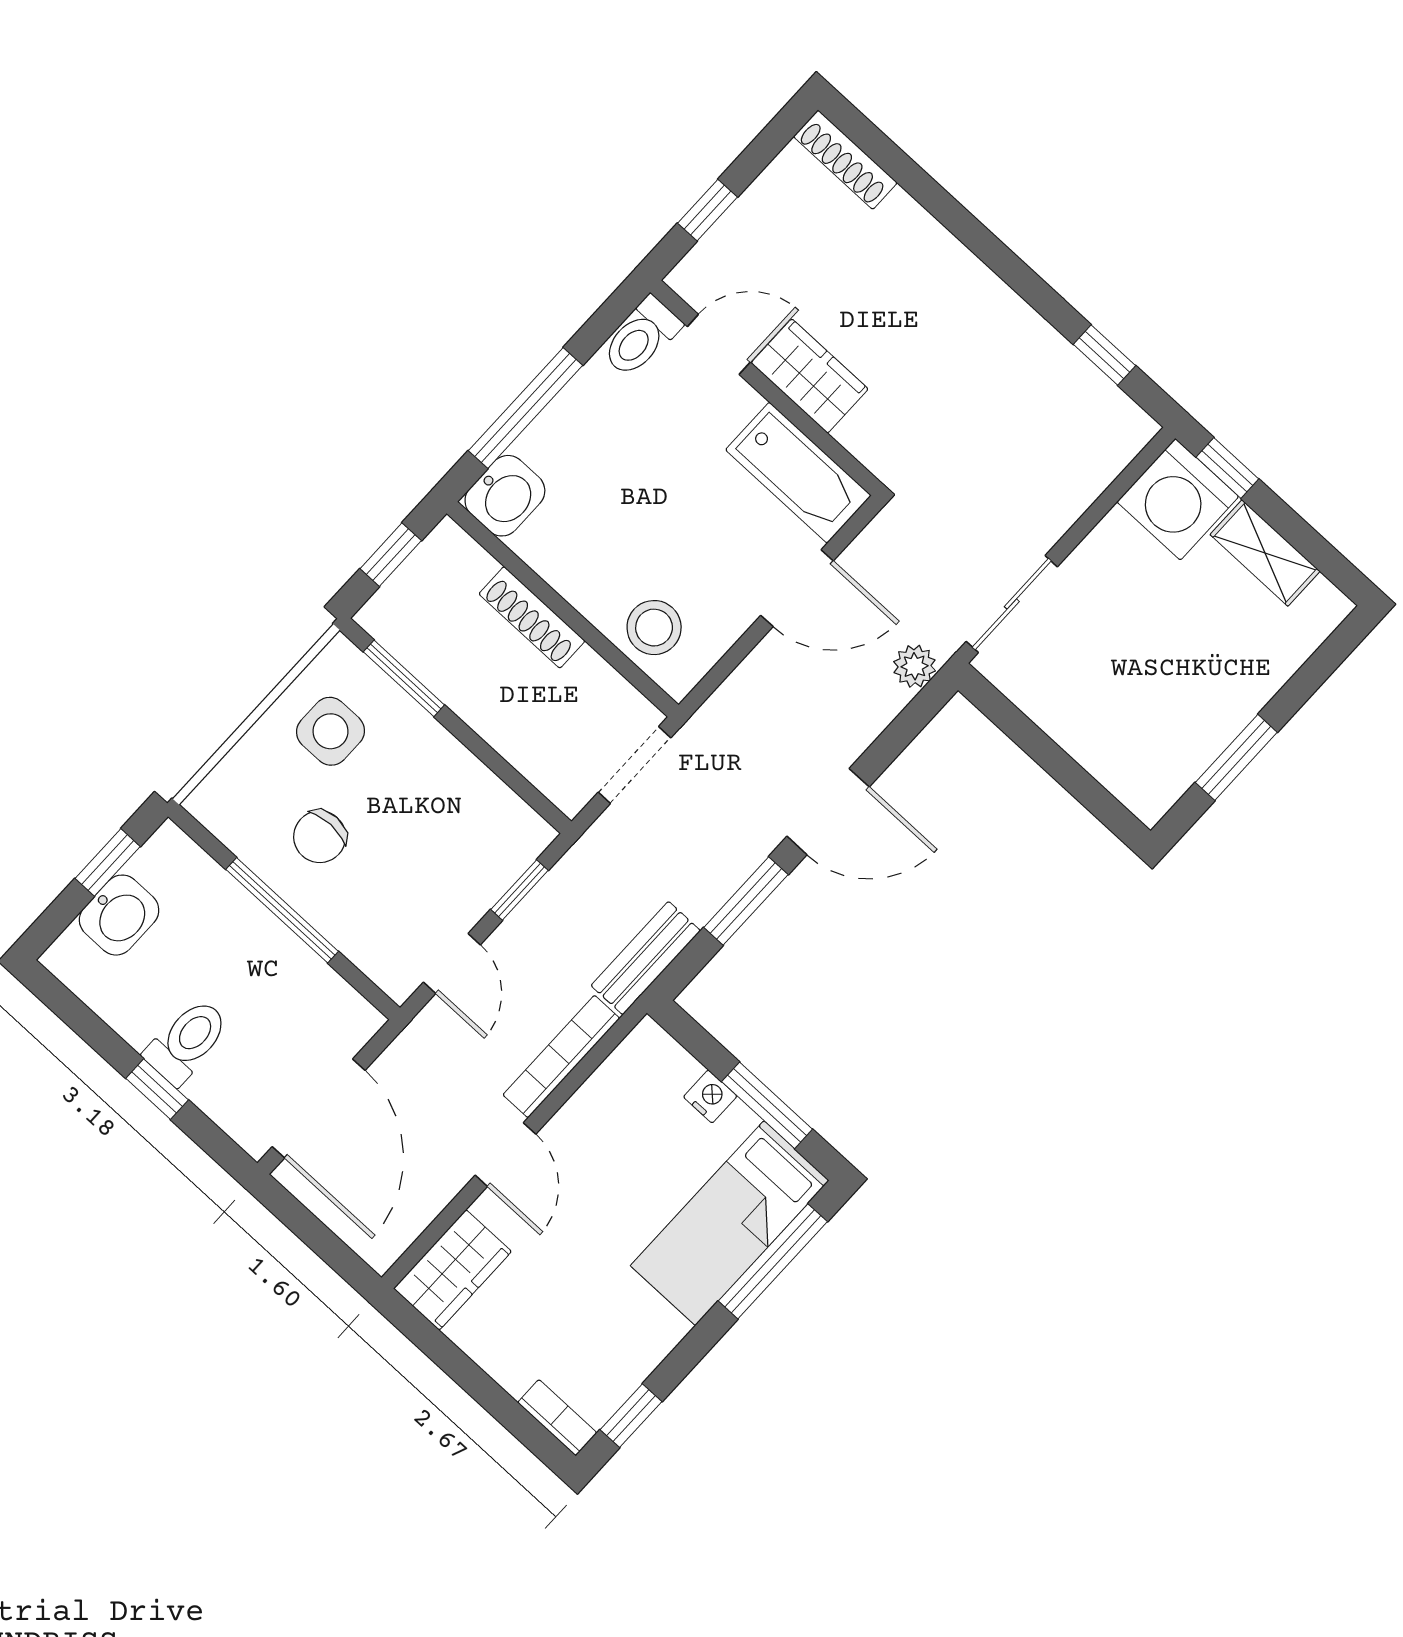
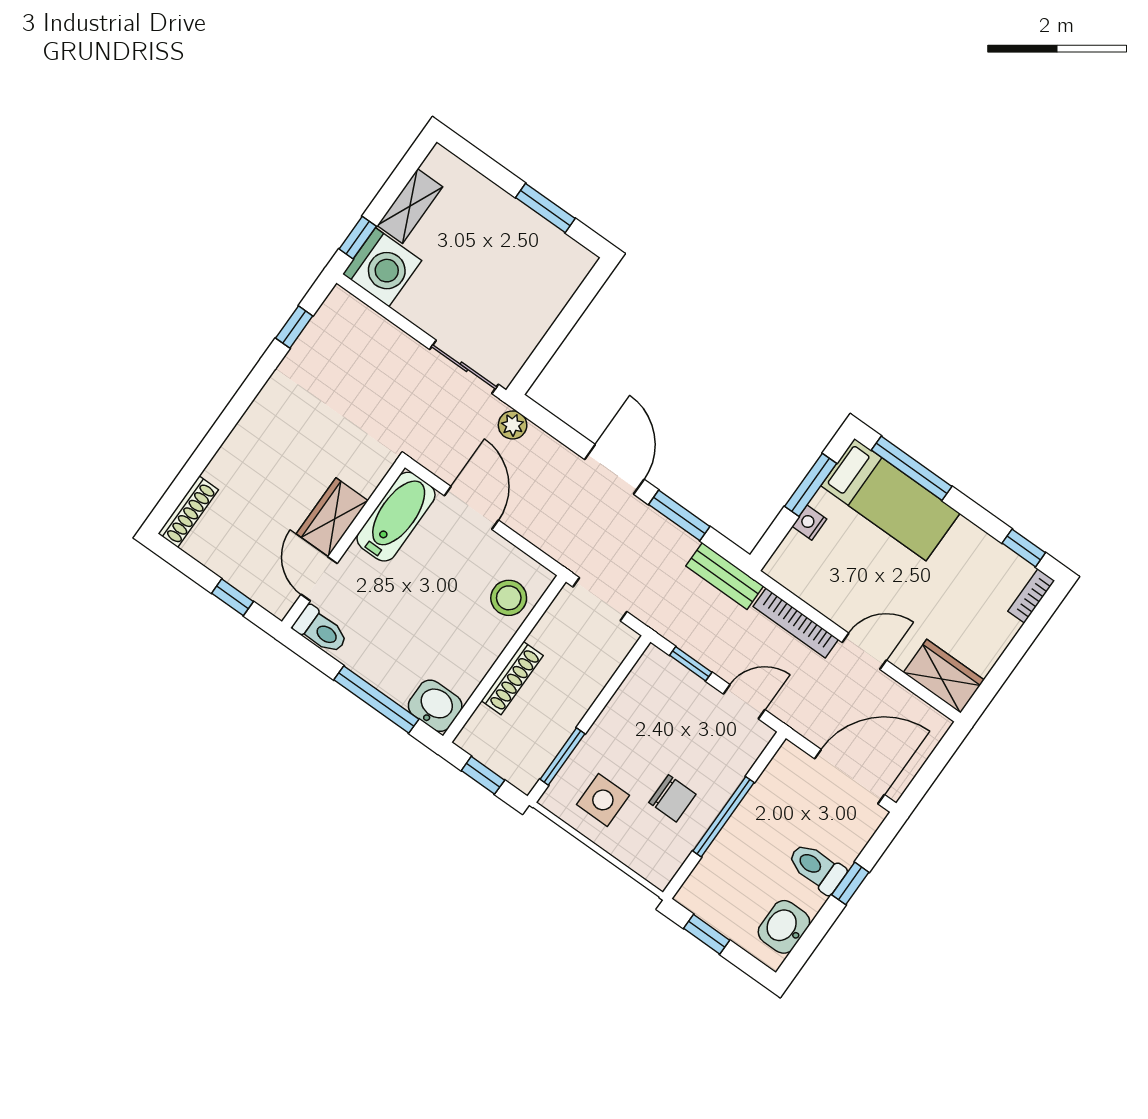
washbasin: (119, 915) -> (784, 927), moved, turned -90

